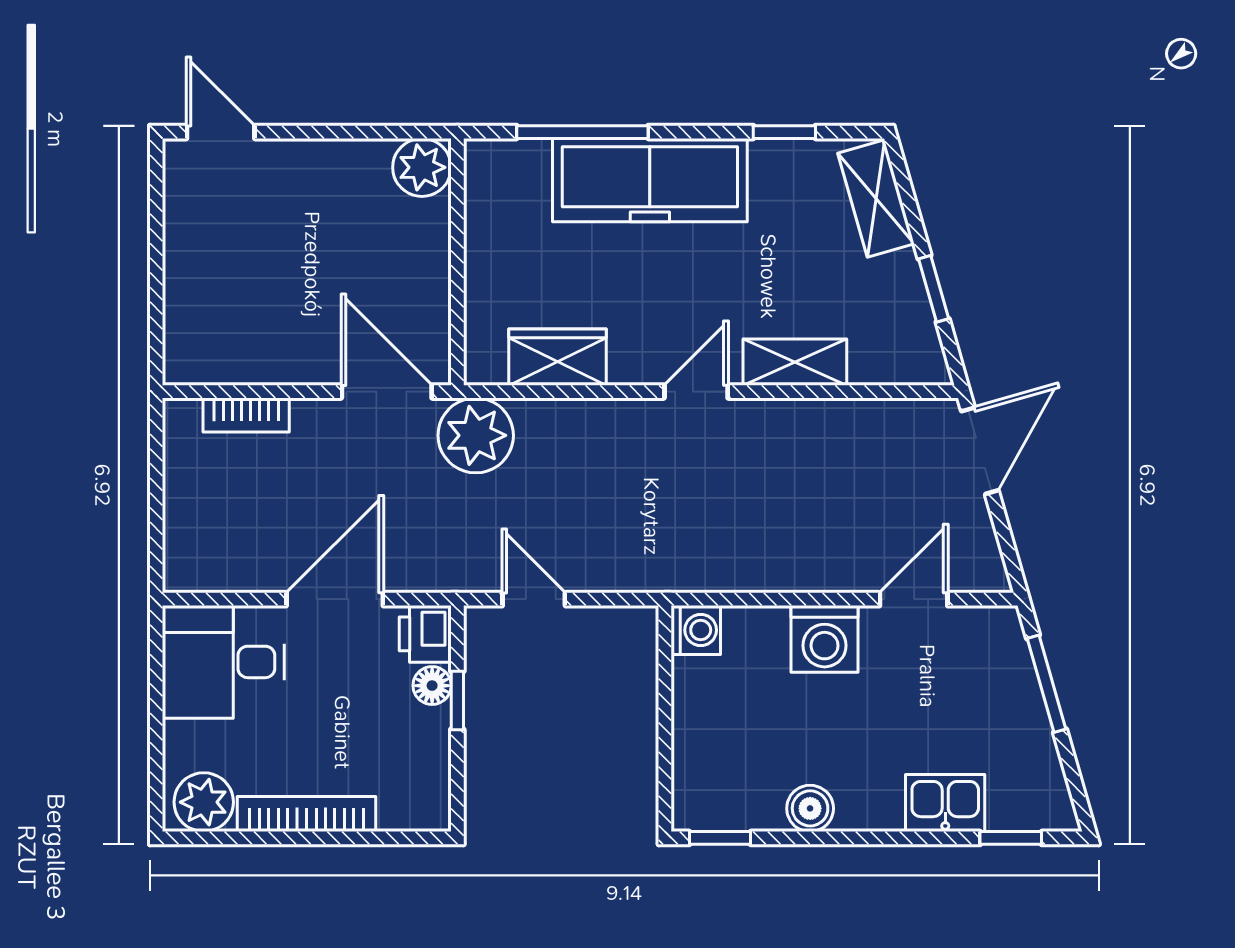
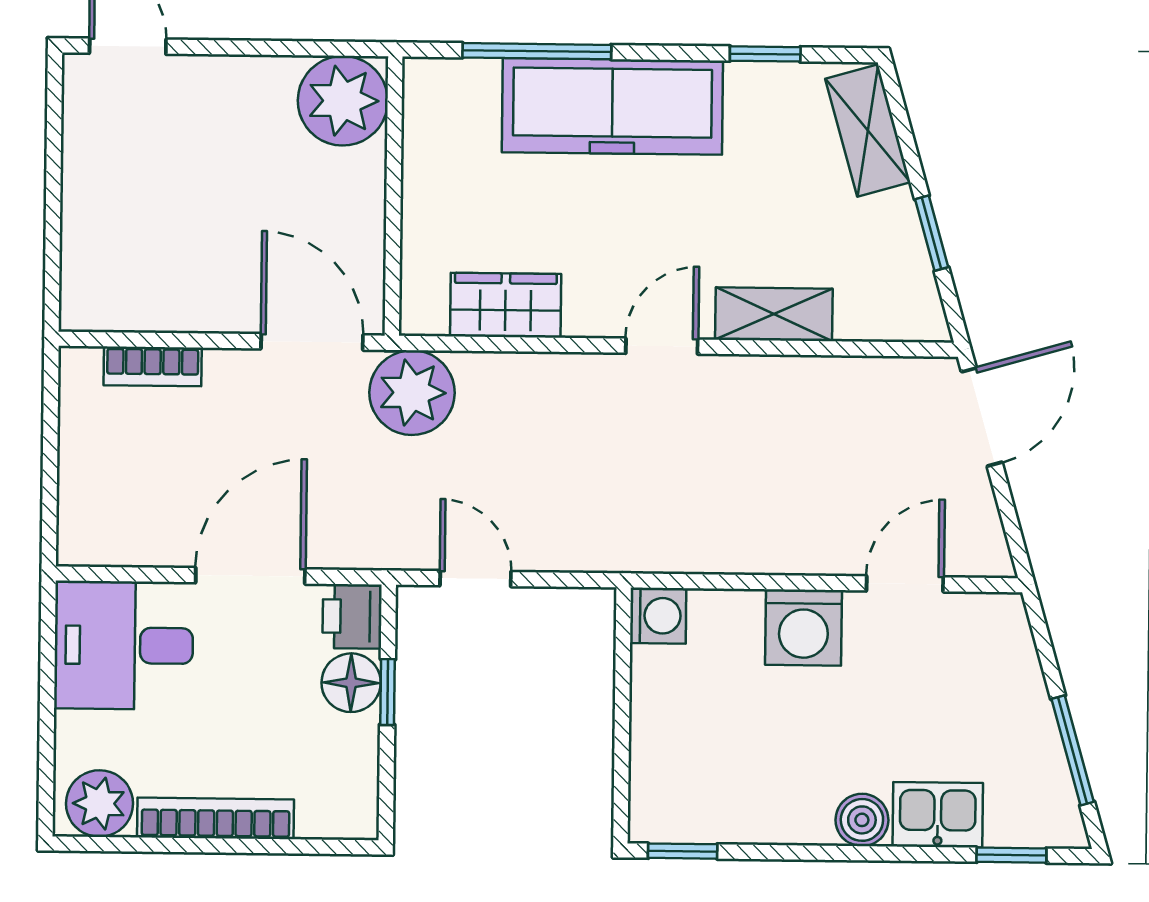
plant: (422, 167) -> (343, 101), width x1.36, depth x1.36
window: (1046, 684) -> (1073, 750), moved
floor lamp: (432, 686) -> (351, 683), width x1.37, depth x1.37
boiler: (810, 808) -> (862, 820), moved

